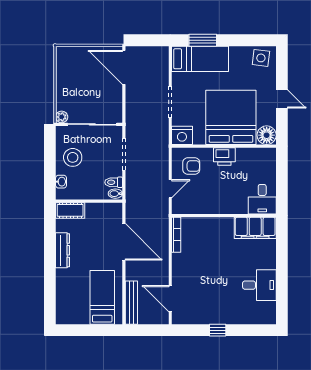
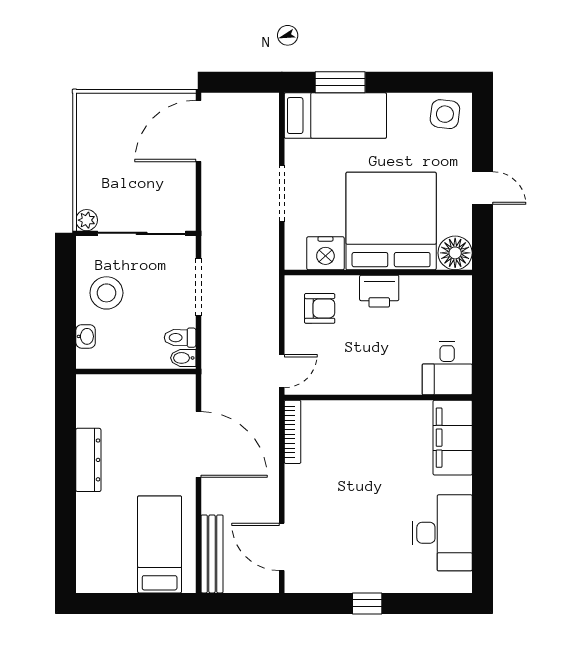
door: (124, 67) -> (198, 131), hinge flipped
nightstand: (182, 135) -> (325, 253), moved
door: (170, 189) -> (282, 371), moved
cot: (70, 210) -> (102, 388), removed
filing cabinet: (255, 228) -> (453, 438), moved, turned 90
desk: (259, 285) -> (442, 533), width x1.37

